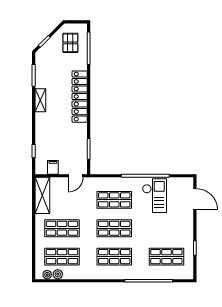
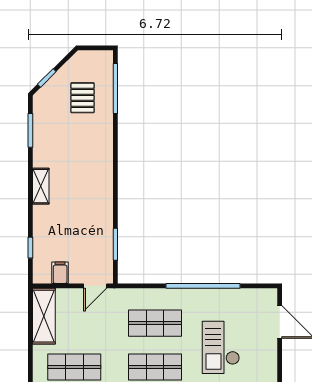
pallet: (70, 43) -> (82, 98), moved
locker: (80, 97) -> (102, 163), removed
shelving: (40, 100) -> (41, 186), moved
checkout: (154, 196) -> (221, 347), moved, turned 180

